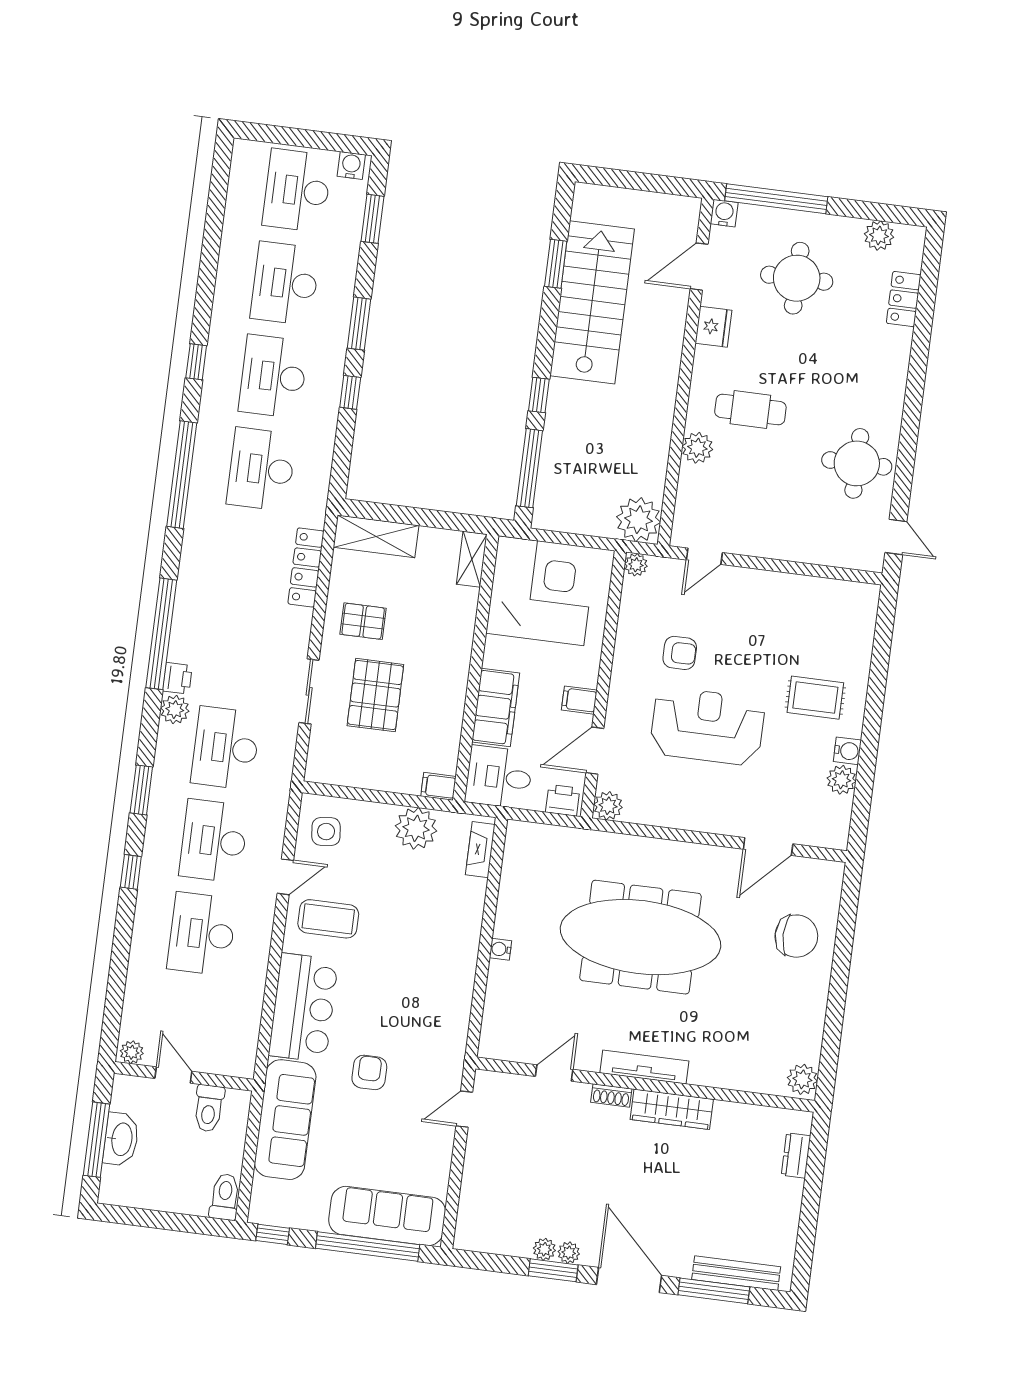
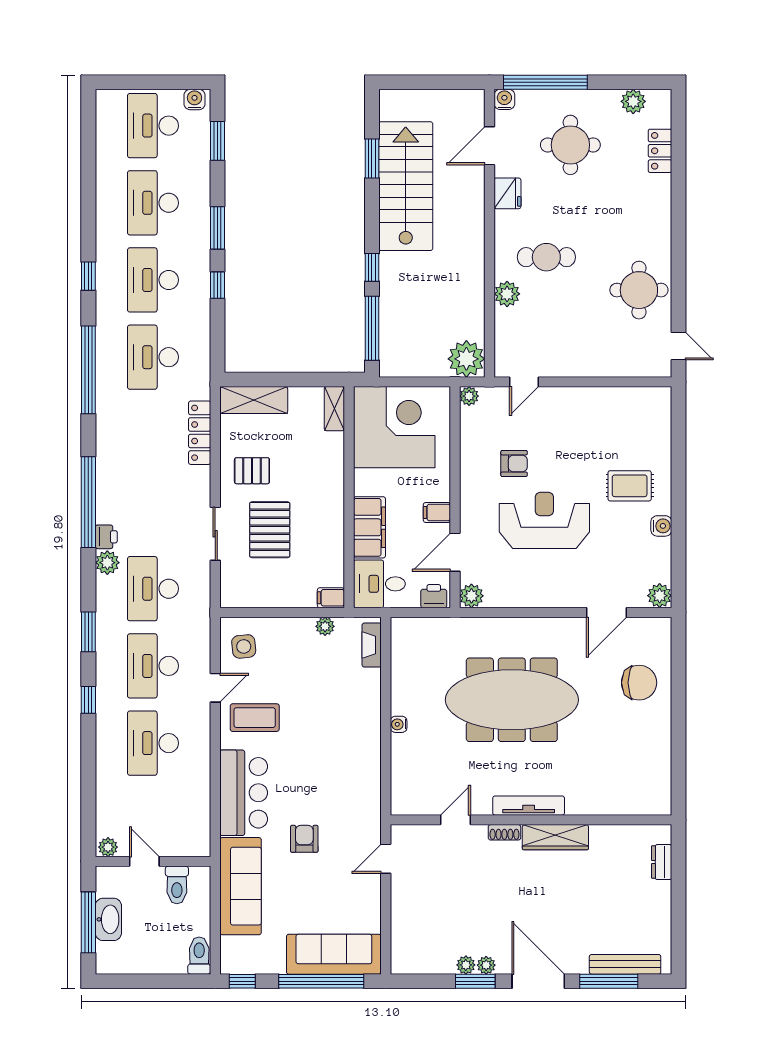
plant: (841, 780) -> (660, 596), moved
plant: (416, 828) -> (325, 626), width x0.53, depth x0.53
plant: (802, 1079) -> (659, 799), removed

